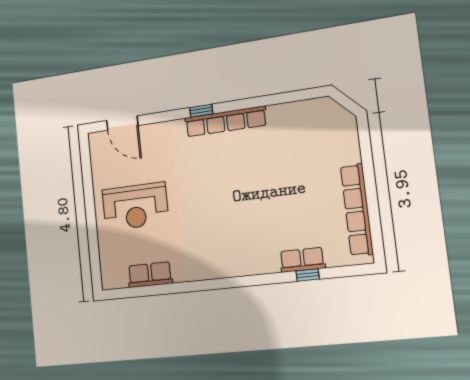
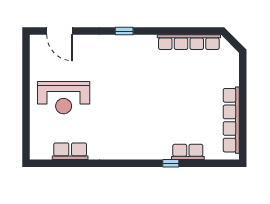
row of seats: (225, 122) -> (189, 42), moved
window: (308, 275) -> (171, 163), moved

